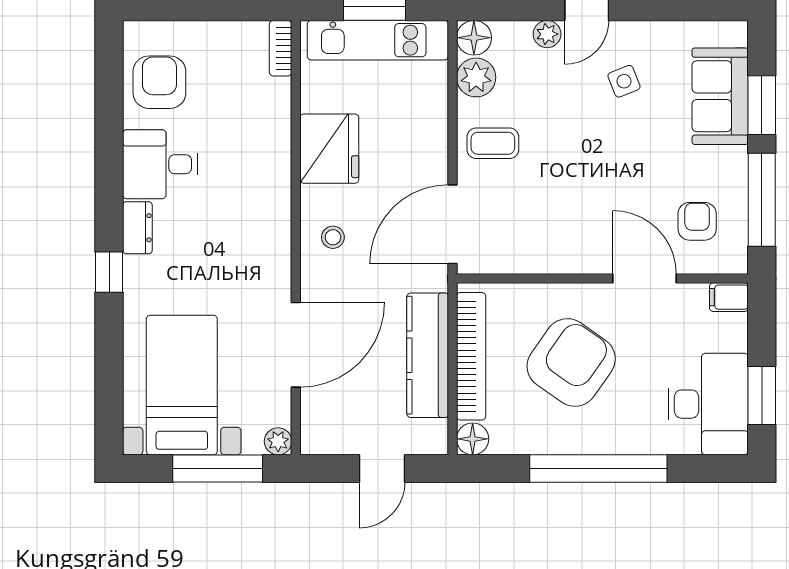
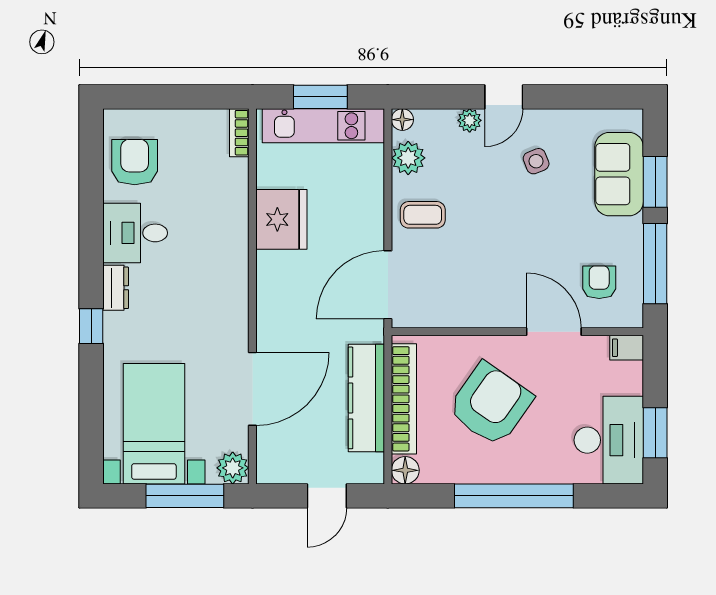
floor lamp: (474, 38) -> (402, 120), width x0.73, depth x0.73
stool: (333, 237) -> (285, 296), removed
plant: (278, 441) -> (233, 468), width x1.38, depth x1.38

